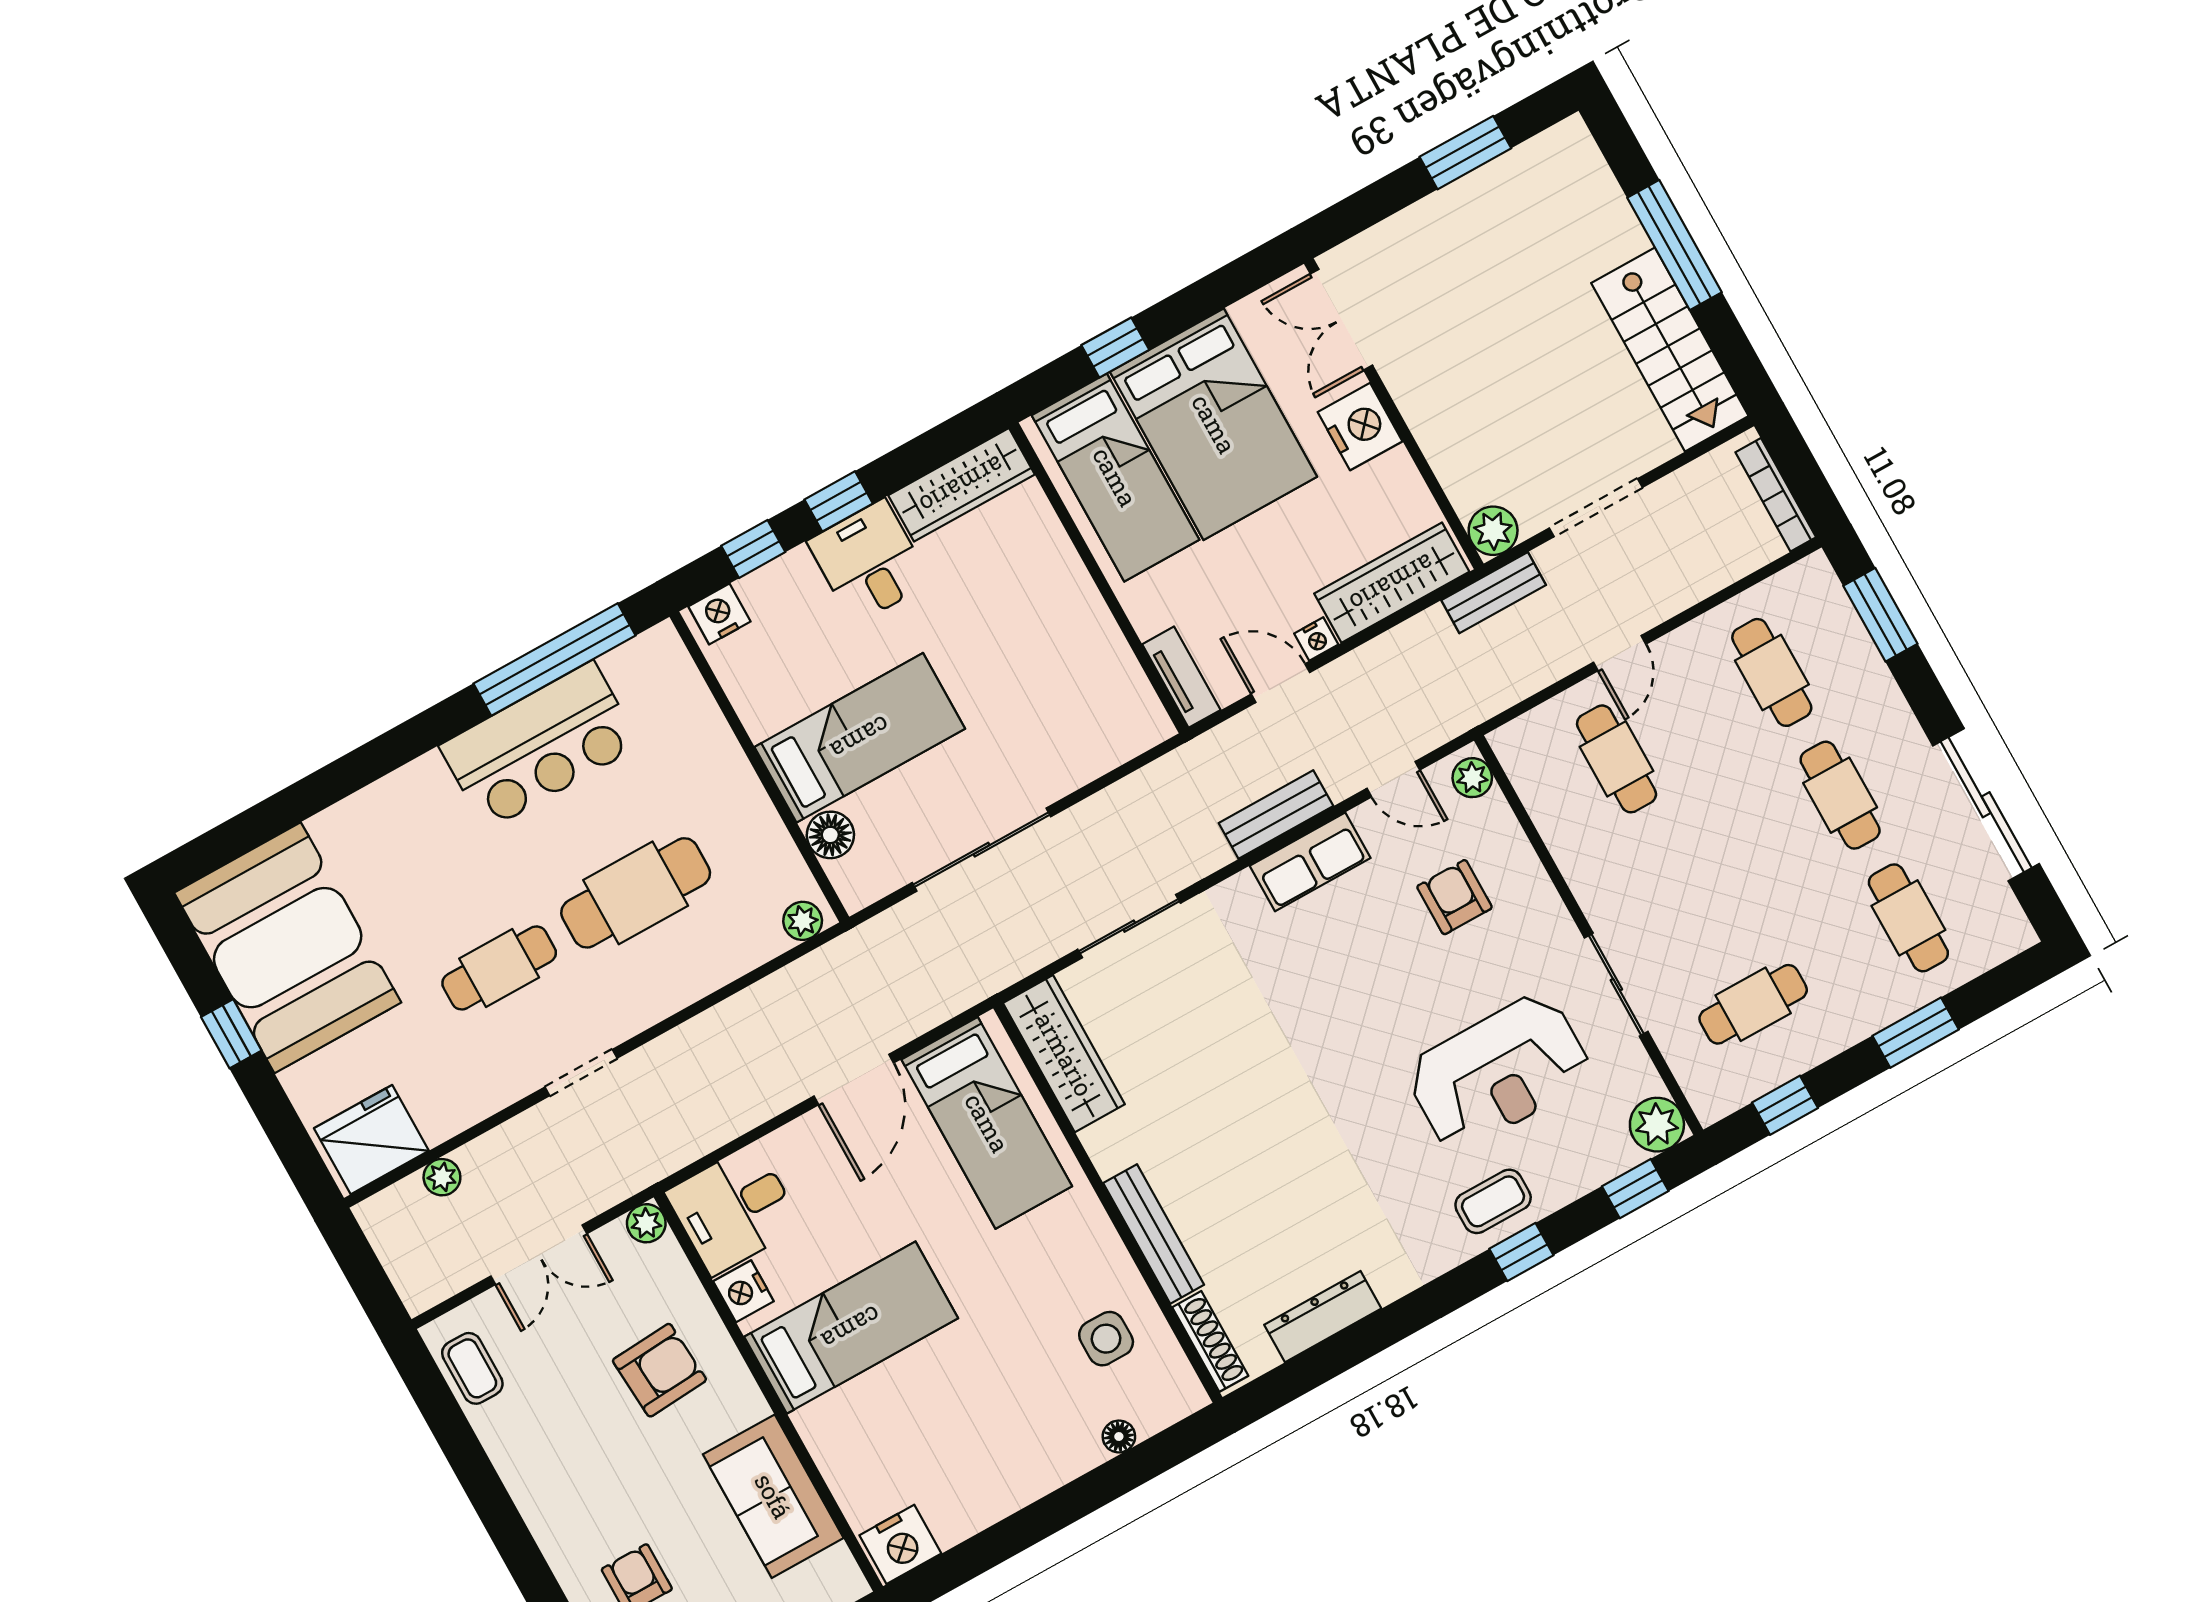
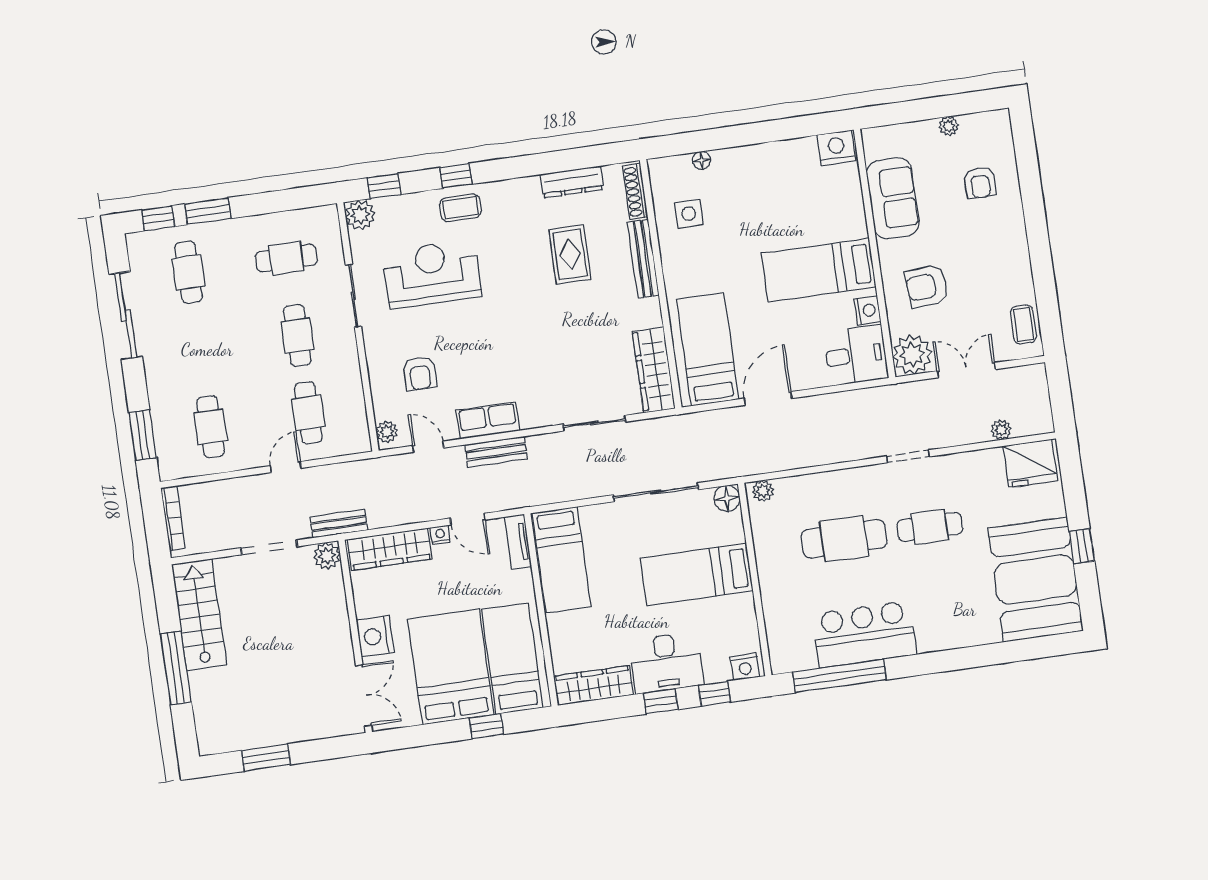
desk: (869, 562) -> (666, 663), width x1.37
bed: (1097, 675) -> (561, 560), added
cafe table: (1840, 795) -> (297, 336), moved
floor lamp: (830, 835) -> (727, 498), moved
window: (1785, 1105) -> (158, 218), moved
rug: (1279, 1194) -> (570, 254), added
plant: (646, 1223) -> (912, 355), width x1.88, depth x1.88

